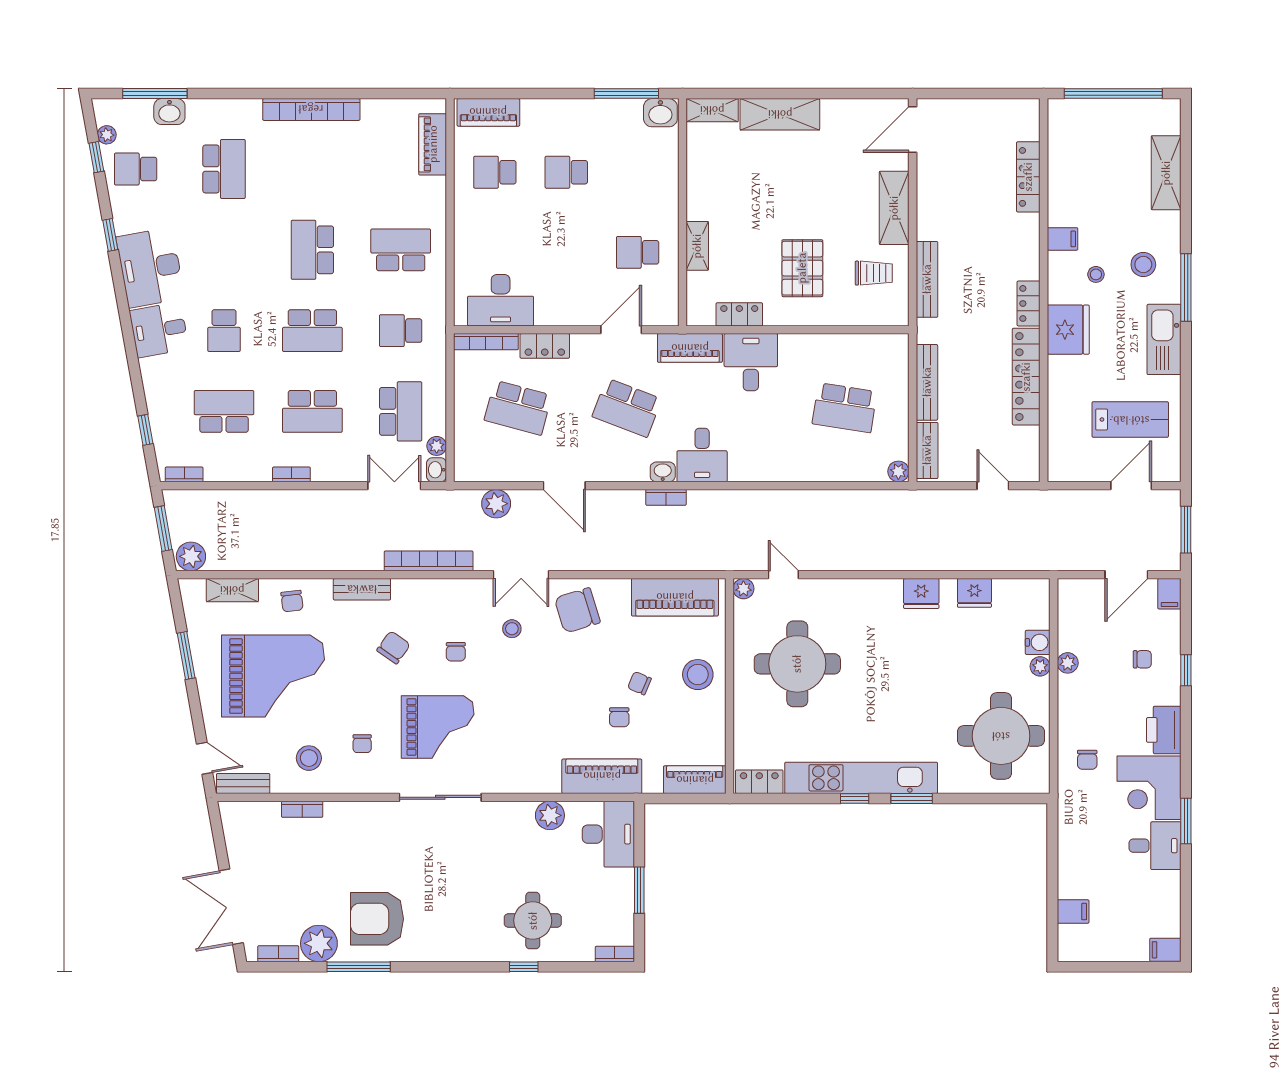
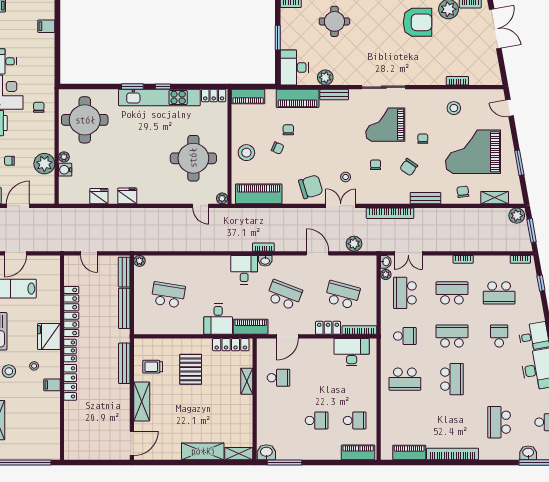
piano: (433, 144) -> (409, 452), moved, turned -90
locker: (1028, 177) -> (70, 382), moved
locker: (739, 314) -> (231, 345), width x1.53
plant: (1068, 663) -> (44, 164), width x1.87, depth x1.87
chair: (362, 744) -> (423, 139), moved
bench: (243, 783) -> (334, 95), moved

